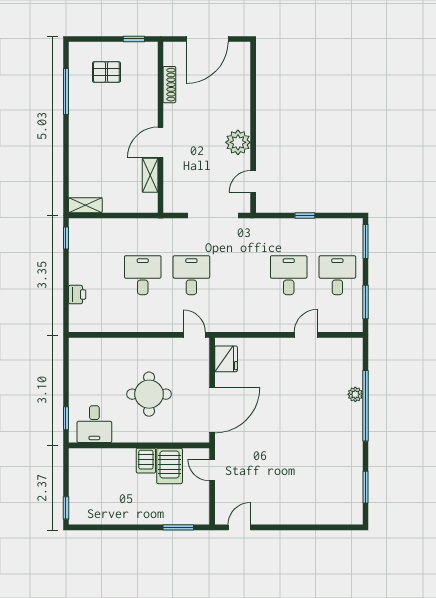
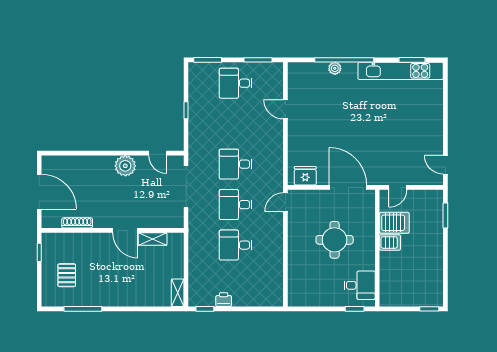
desk: (289, 275) -> (236, 164), moved
printer: (77, 295) -> (224, 300), moved
kitchen unit: (352, 474) -> (401, 71), added

